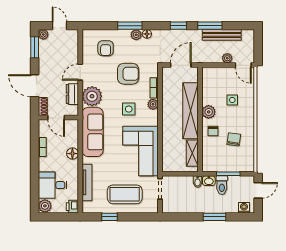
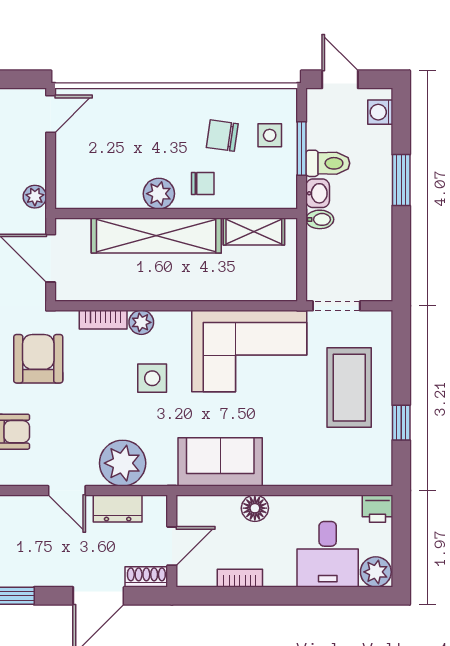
plant: (227, 58) -> (35, 197), moved
armchair: (128, 74) -> (38, 359), moved
side table: (232, 100) -> (270, 135), moved
sofa: (93, 132) -> (220, 462), width x0.73
tv unit: (87, 182) -> (322, 475), removed

